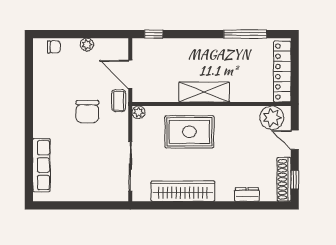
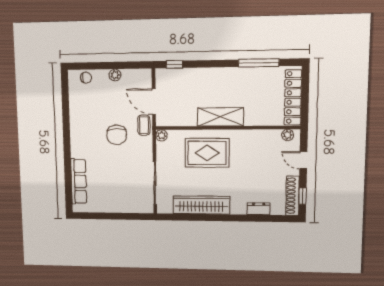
plant: (272, 118) -> (288, 135), width x0.53, depth x0.53

